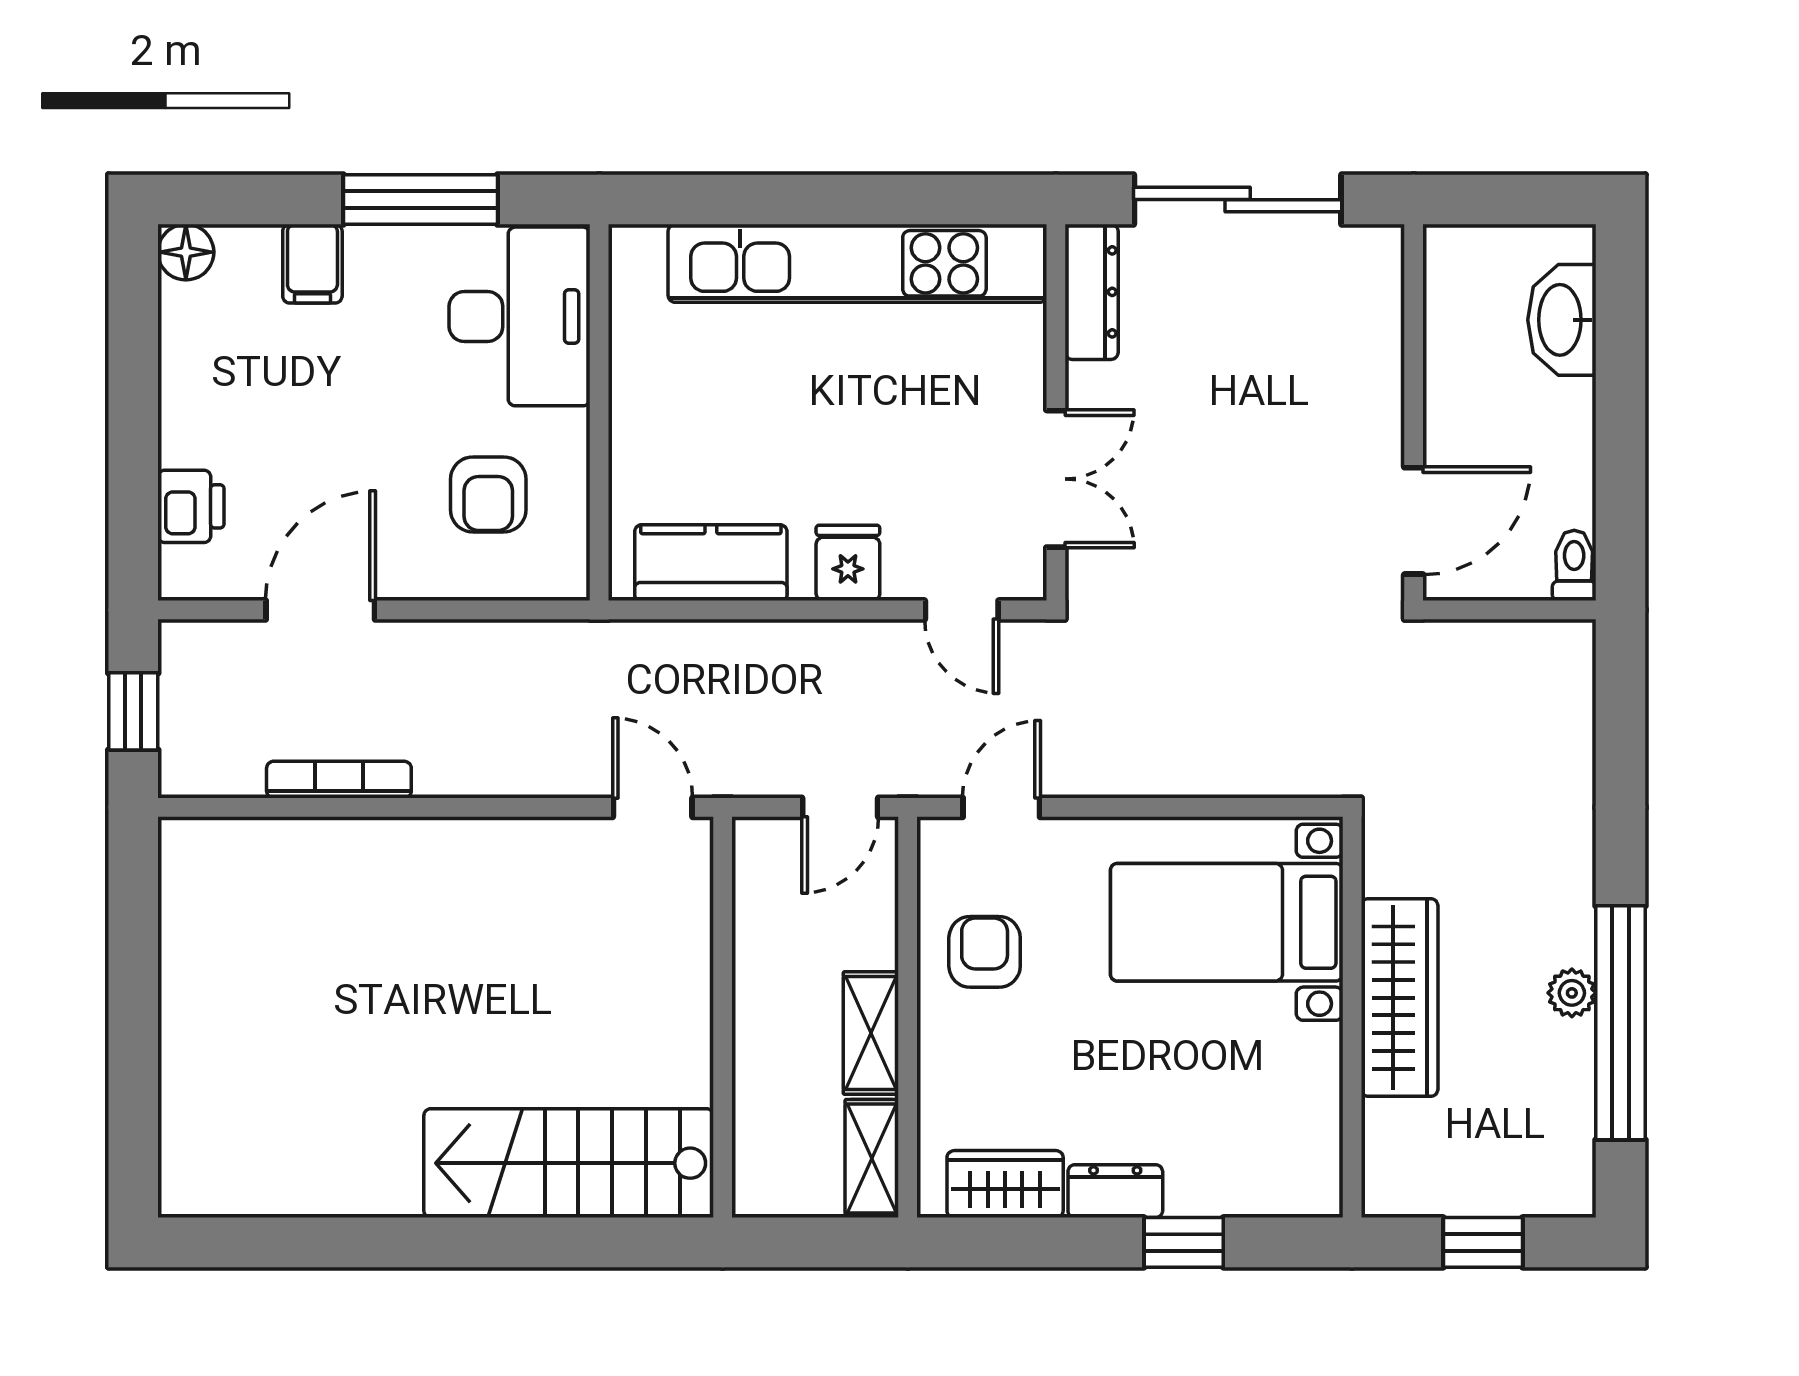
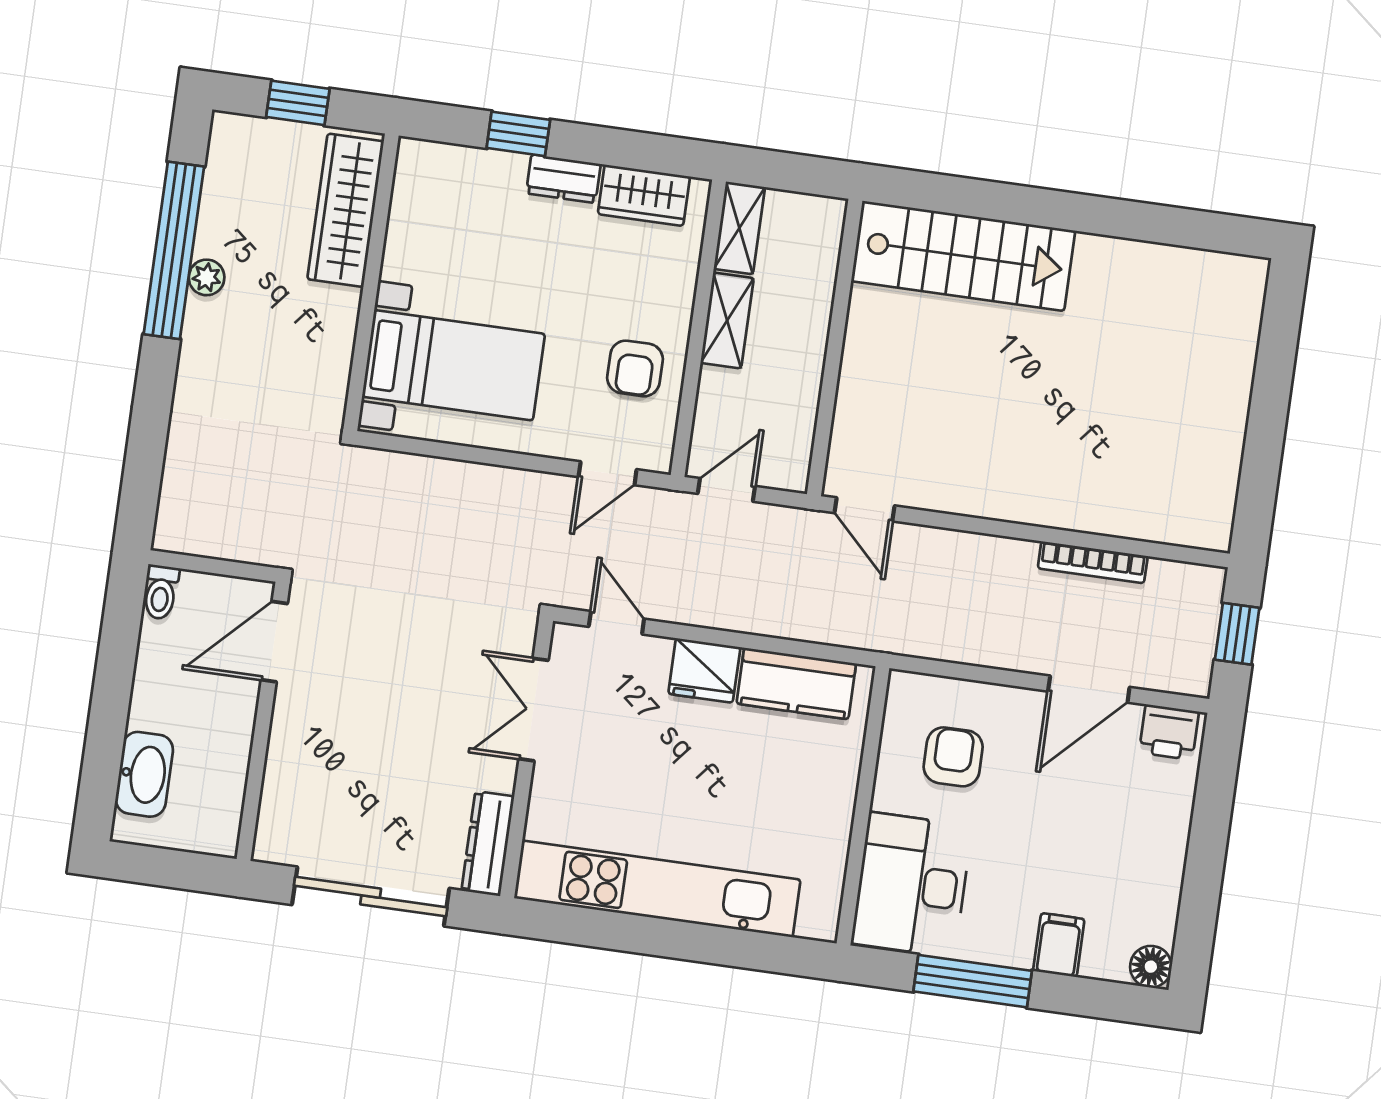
printer: (191, 506) -> (1169, 732), moved, turned -90
fridge: (848, 563) -> (704, 670), width x1.38
wardrobe: (1400, 998) -> (345, 210), moved

